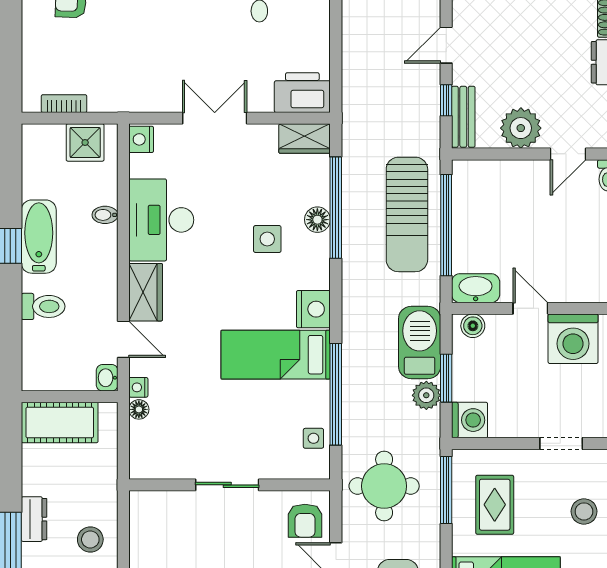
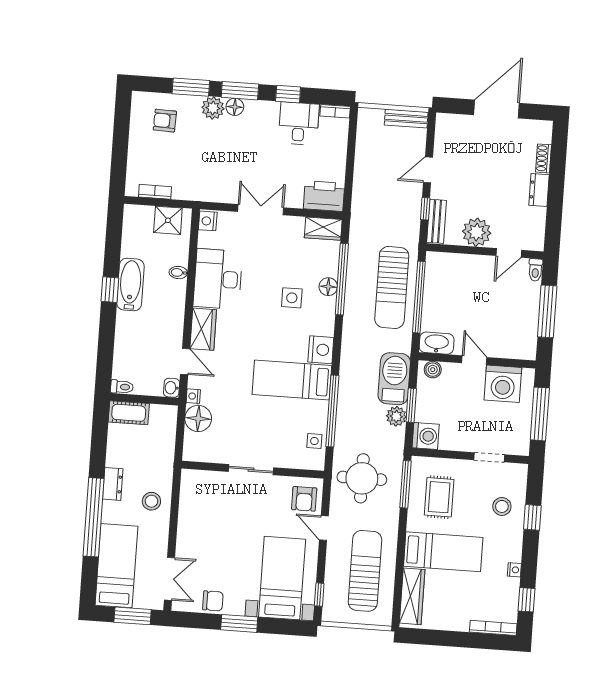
toilet: (43, 306) -> (122, 387), moved, width x0.73, depth x0.72
floor lamp: (139, 409) -> (198, 418), width x1.89, depth x1.89
cot: (60, 423) -> (129, 413), width x0.73, depth x0.75

